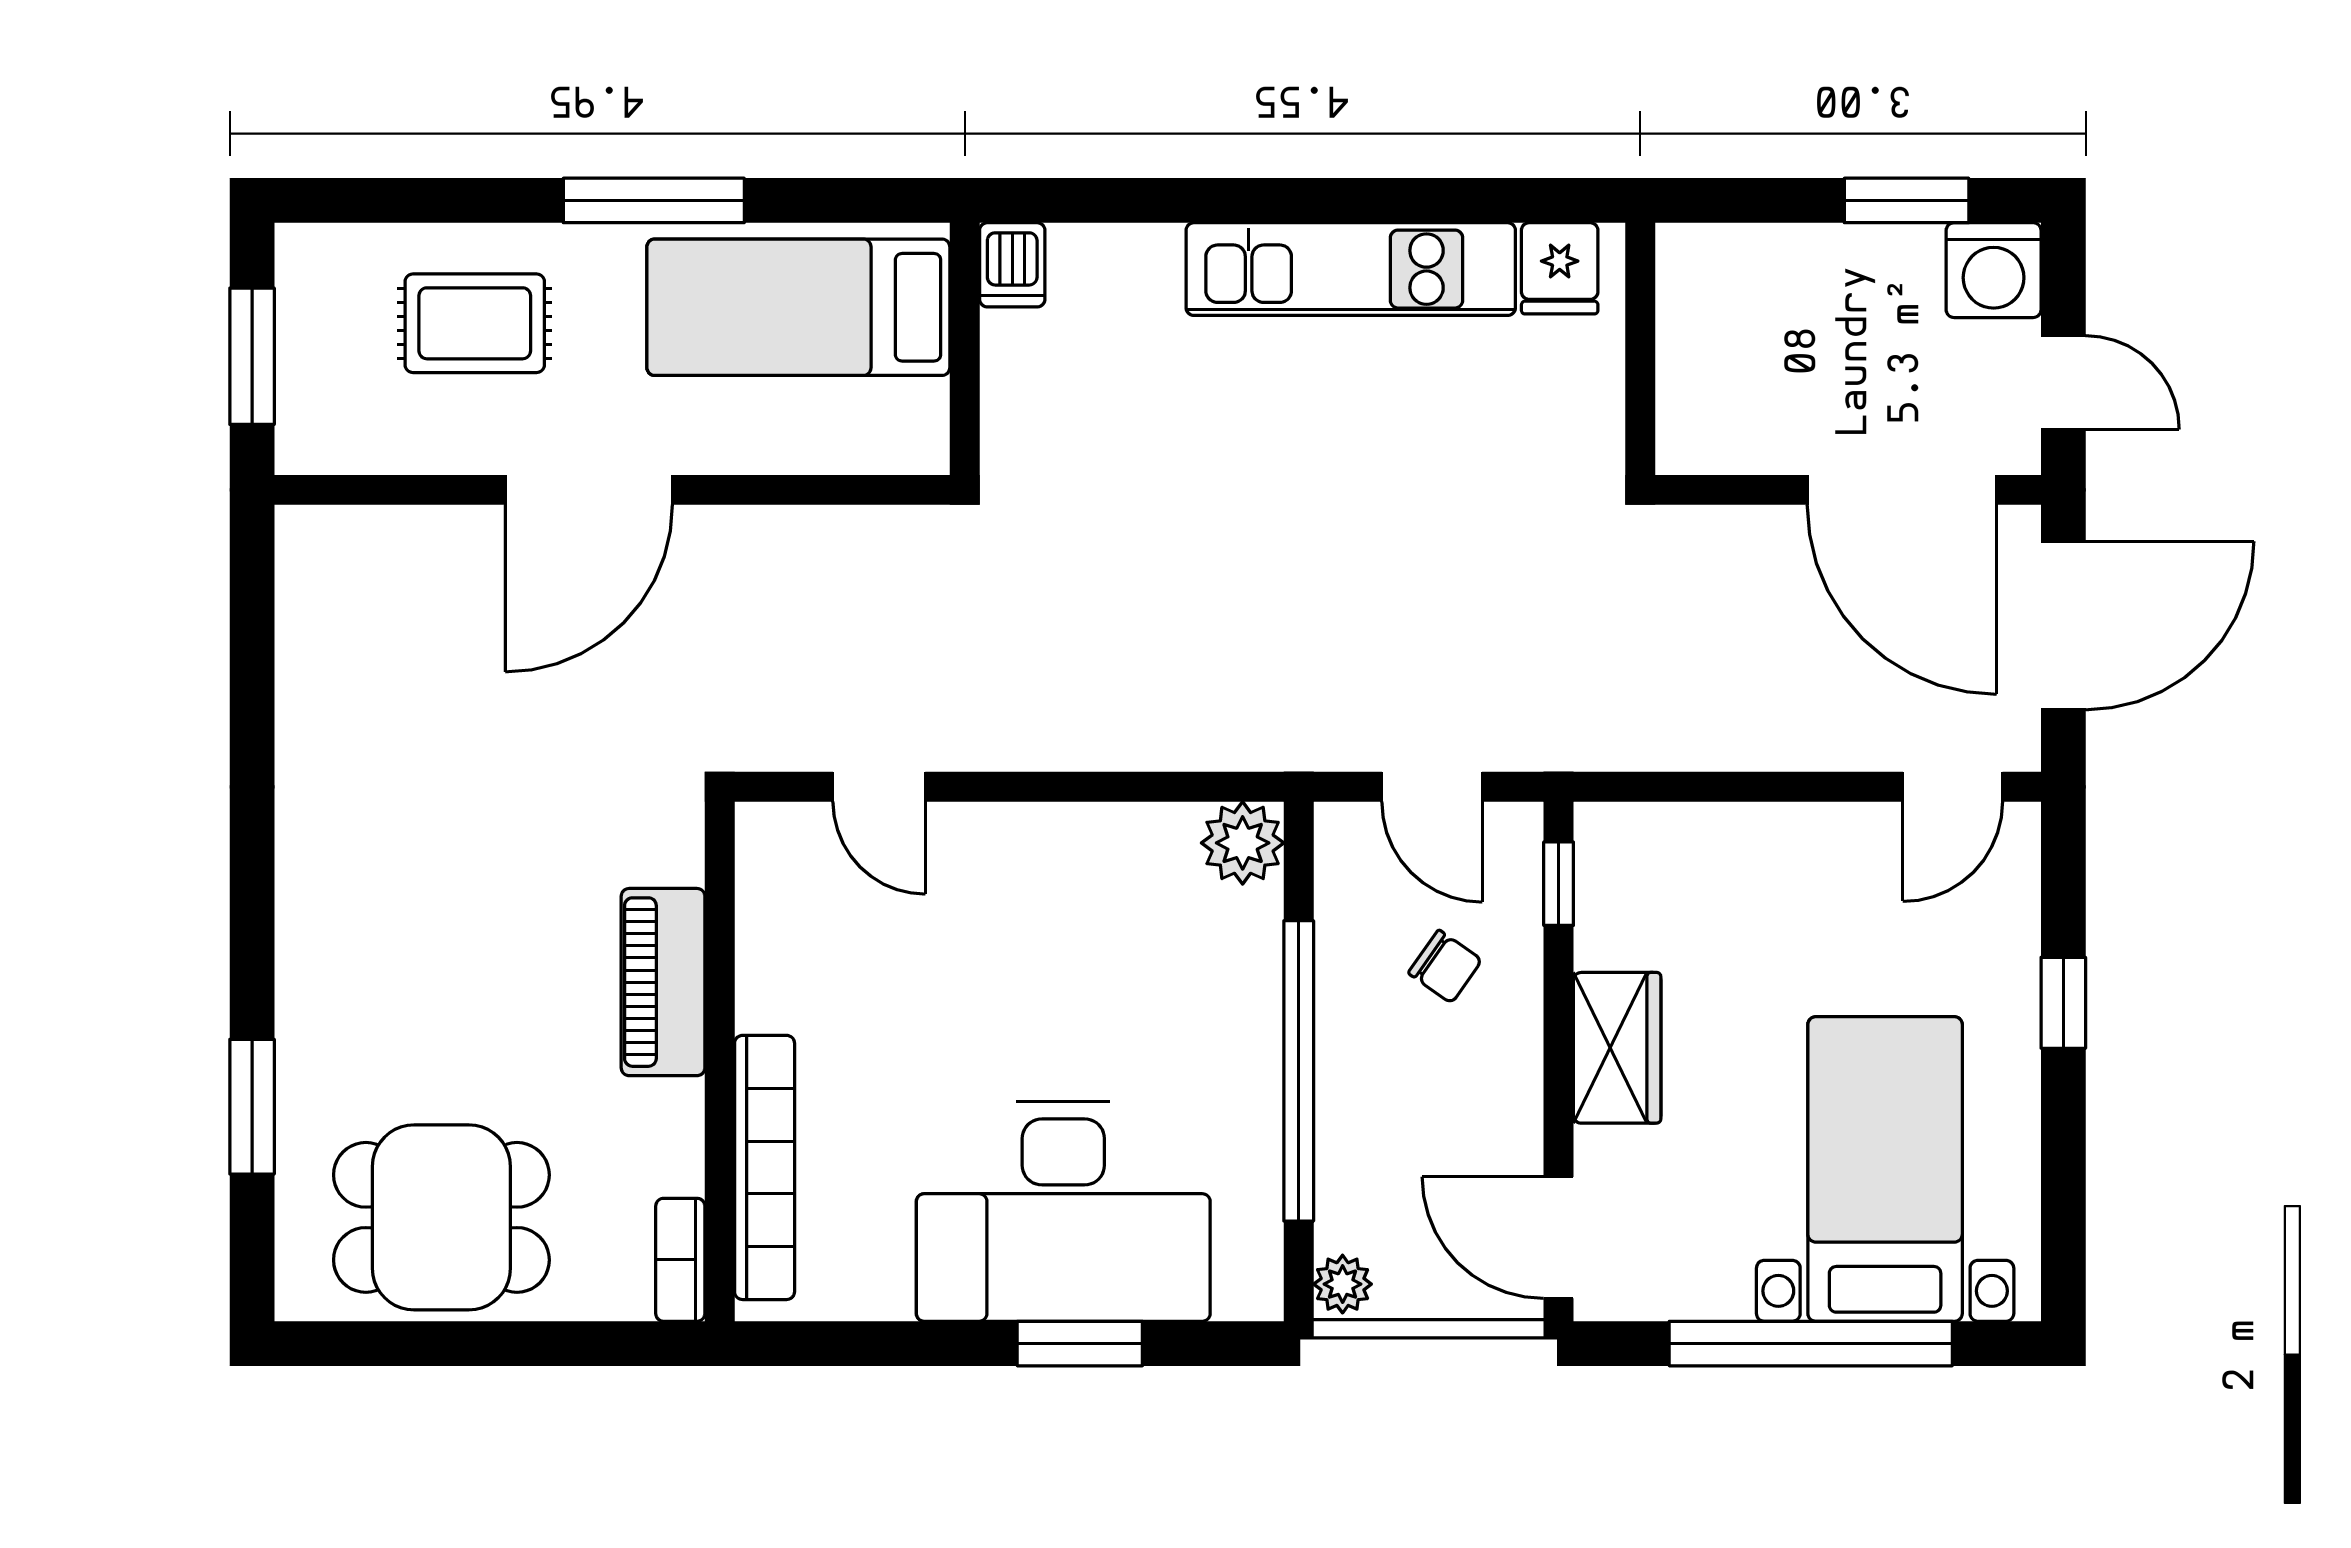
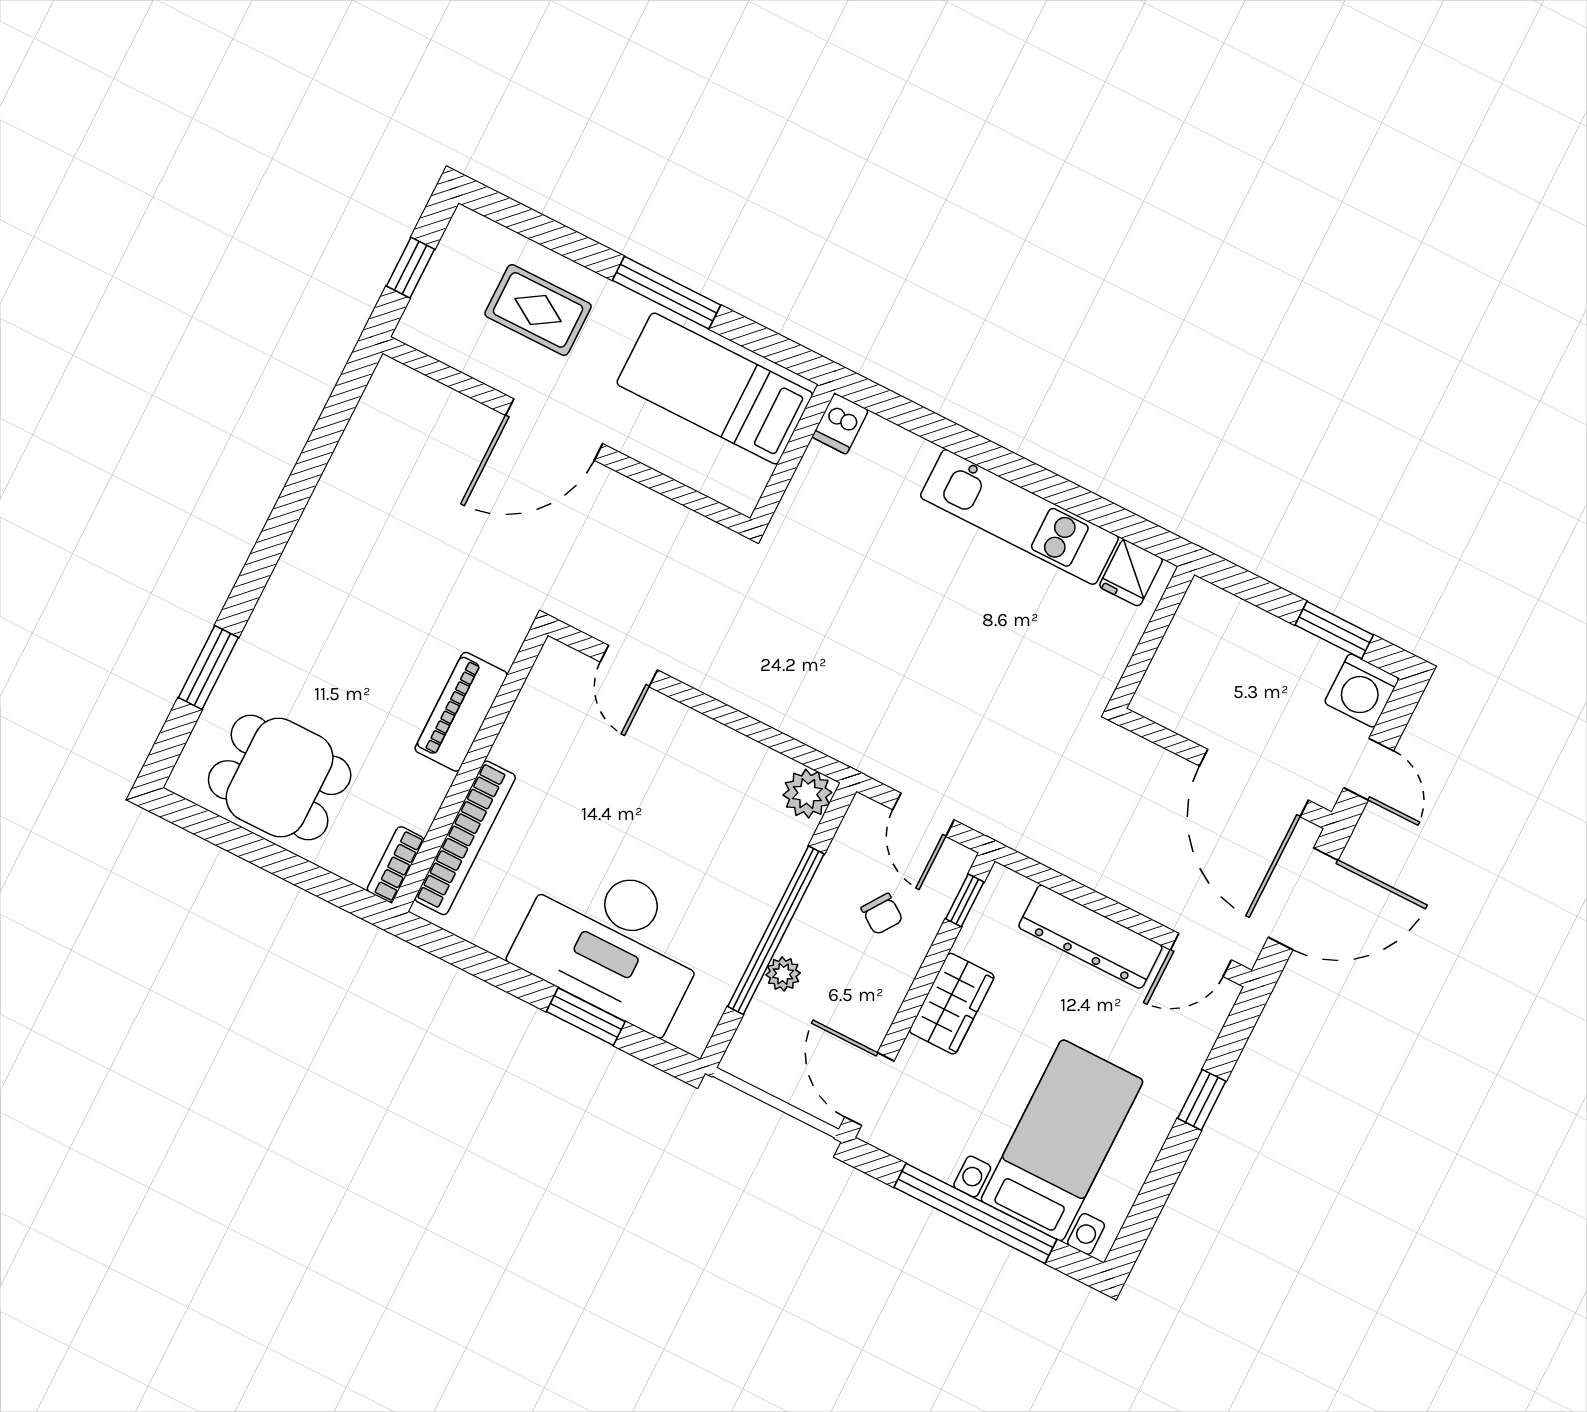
window: (252, 356) -> (410, 268), width x0.67
dresser: (1774, 843) -> (1090, 937), added
plant: (1343, 1284) -> (783, 974), moved

